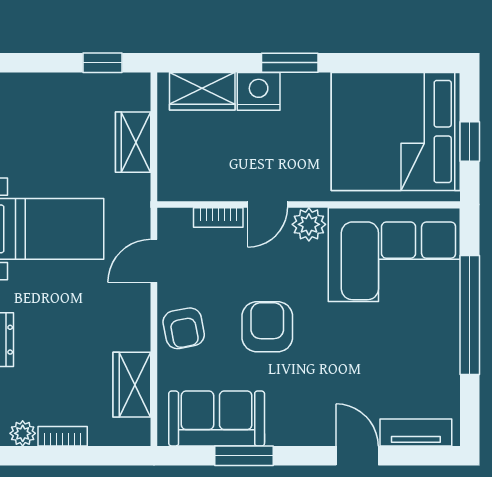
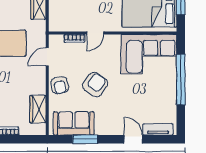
plant: (309, 224) -> (113, 41), removed
armchair: (267, 327) -> (95, 85), turned 35

